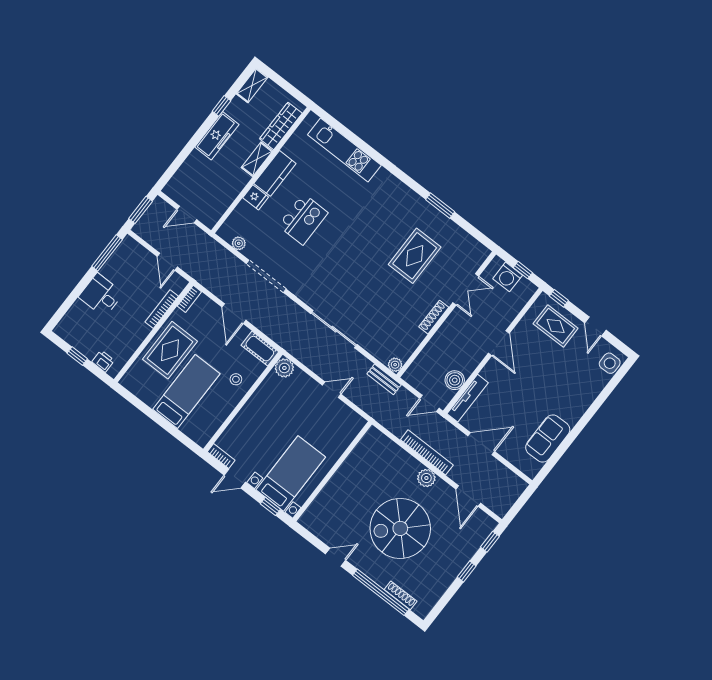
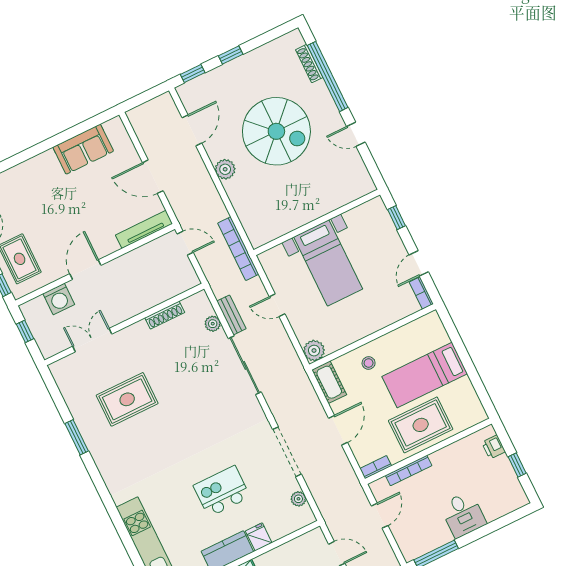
washing machine: (508, 277) -> (59, 299), moved, turned 90
shoe rack: (434, 317) -> (165, 315), moved
plant: (395, 365) -> (213, 324), moved
bench: (384, 379) -> (231, 315), moved
boiler: (455, 380) -> (148, 254), removed
bookcase: (427, 452) -> (238, 249), moved
bed with nightstands: (291, 473) -> (328, 263), moved, turned -90
door: (235, 479) -> (419, 263), swing flipped

